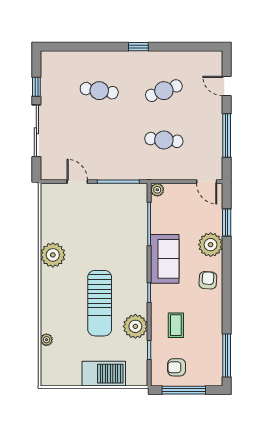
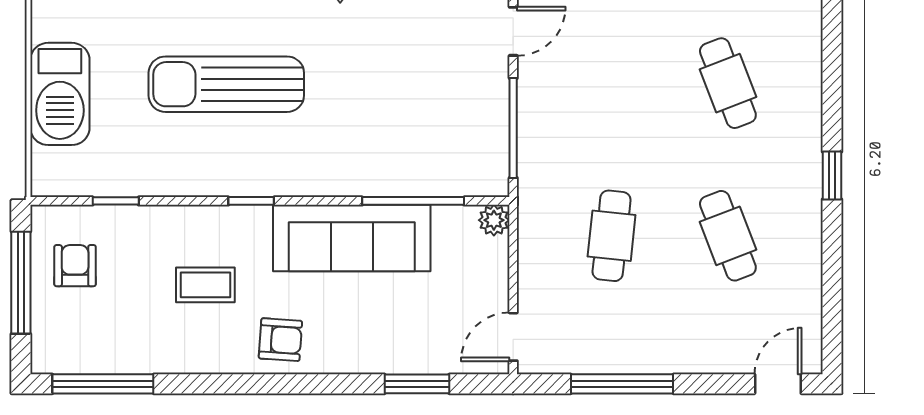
door: (227, 86) -> (778, 384), moved
cafe table: (99, 91) -> (728, 83), turned -30
plant: (211, 245) -> (364, 346), removed
sofa: (165, 259) -> (352, 238), width x1.36
coffee table: (176, 325) -> (205, 285), moved
plant: (135, 326) -> (172, 169), removed

